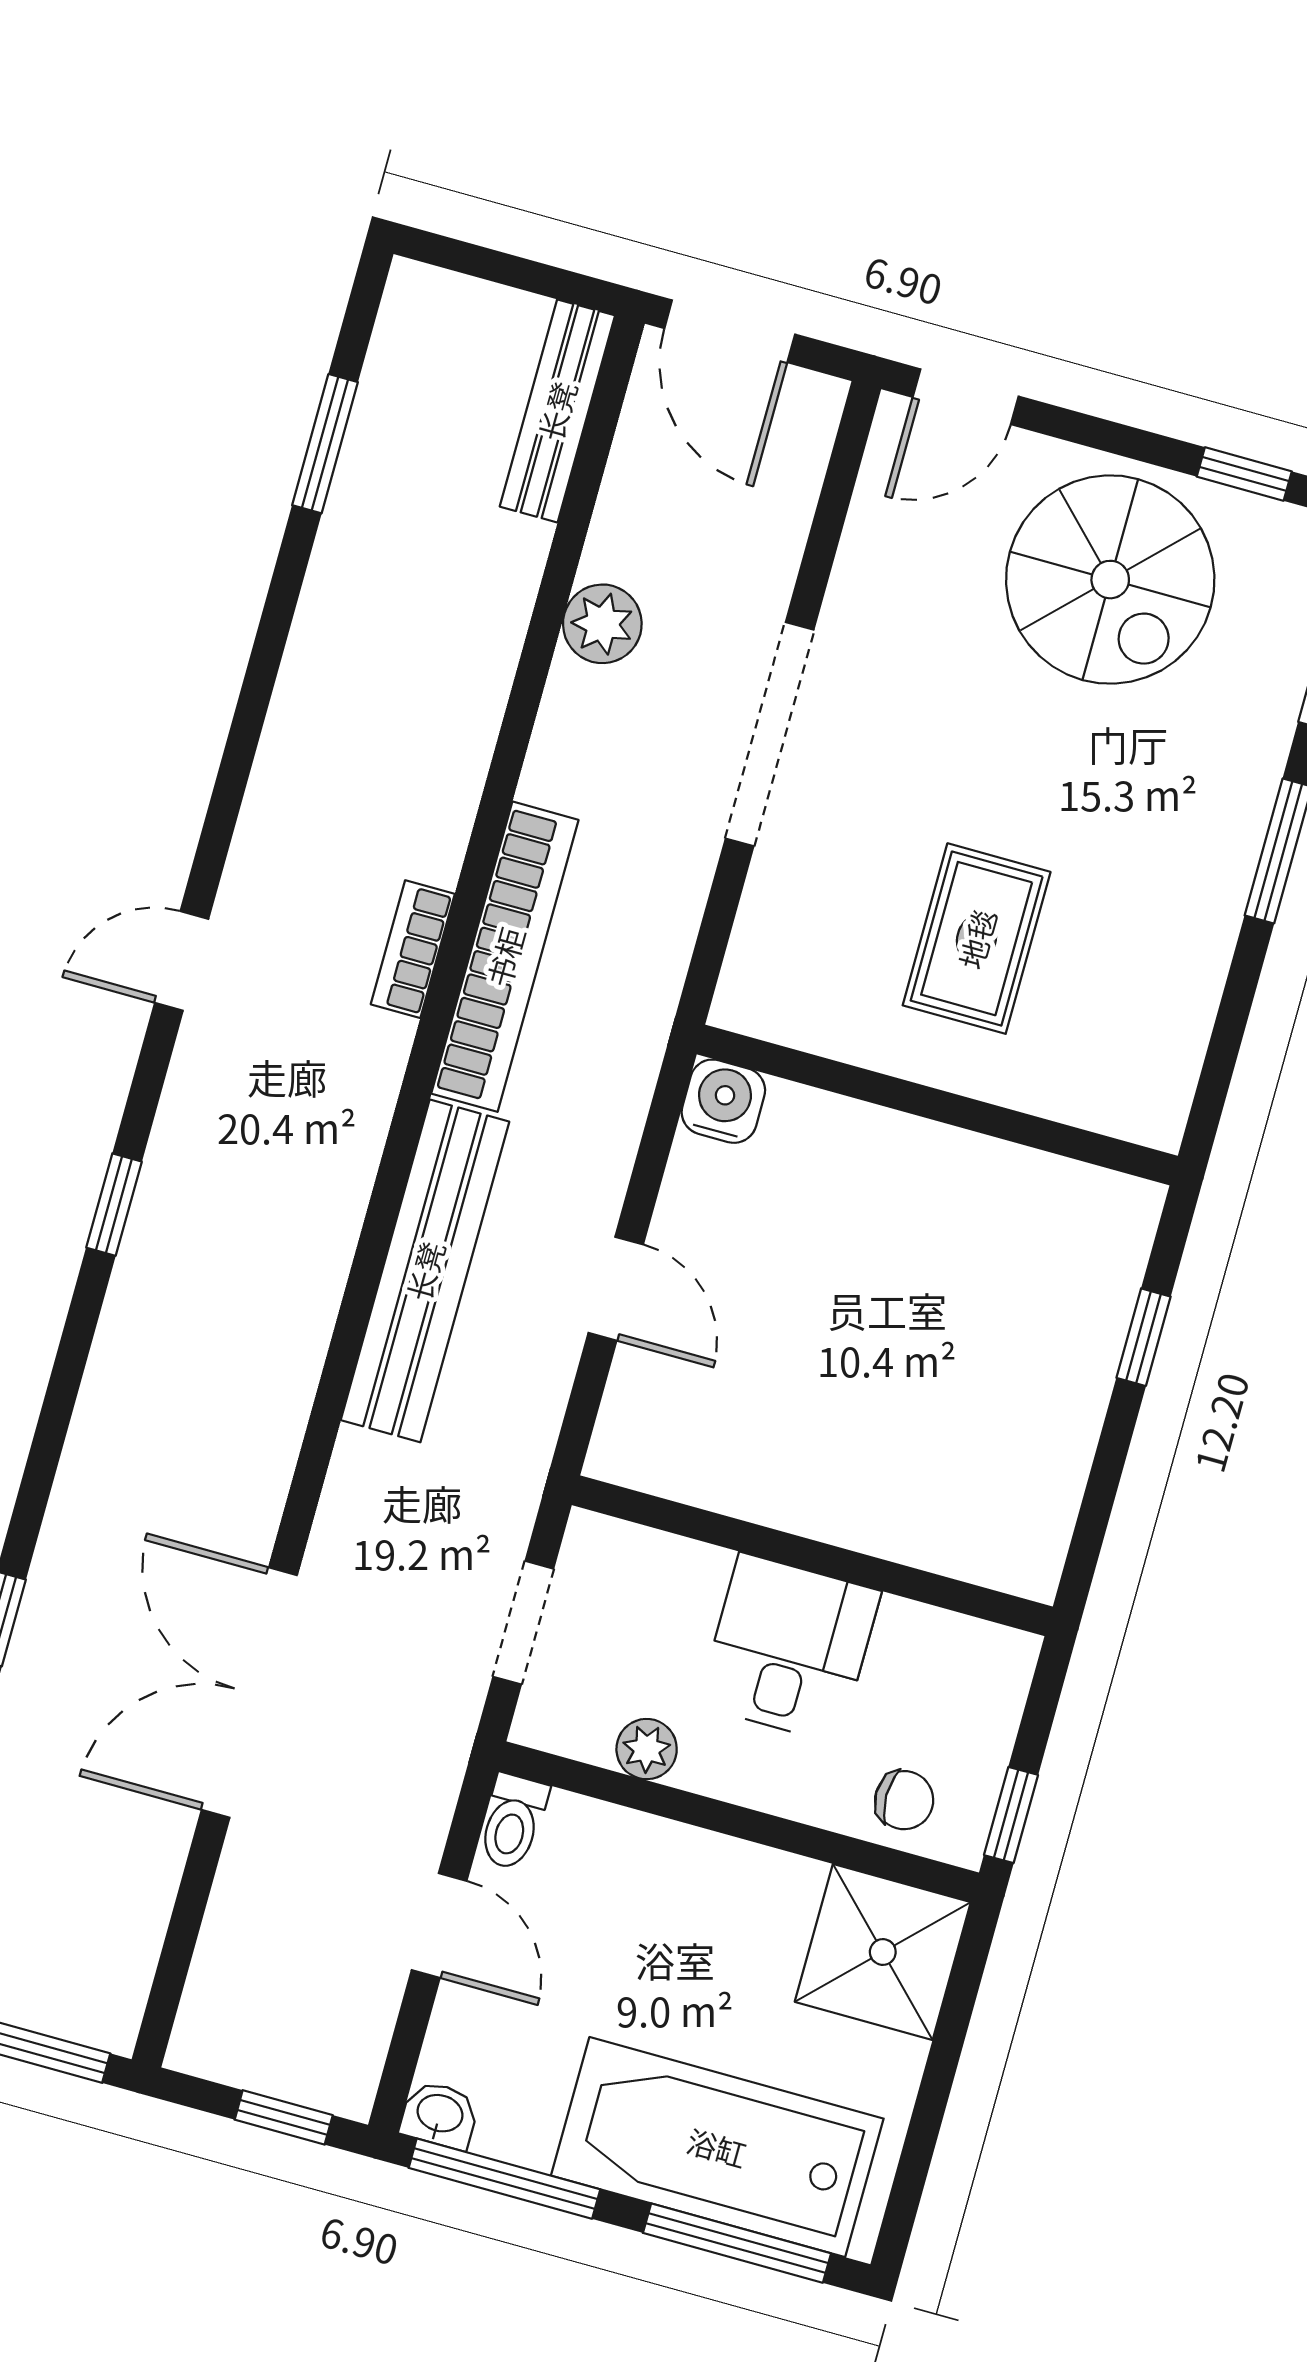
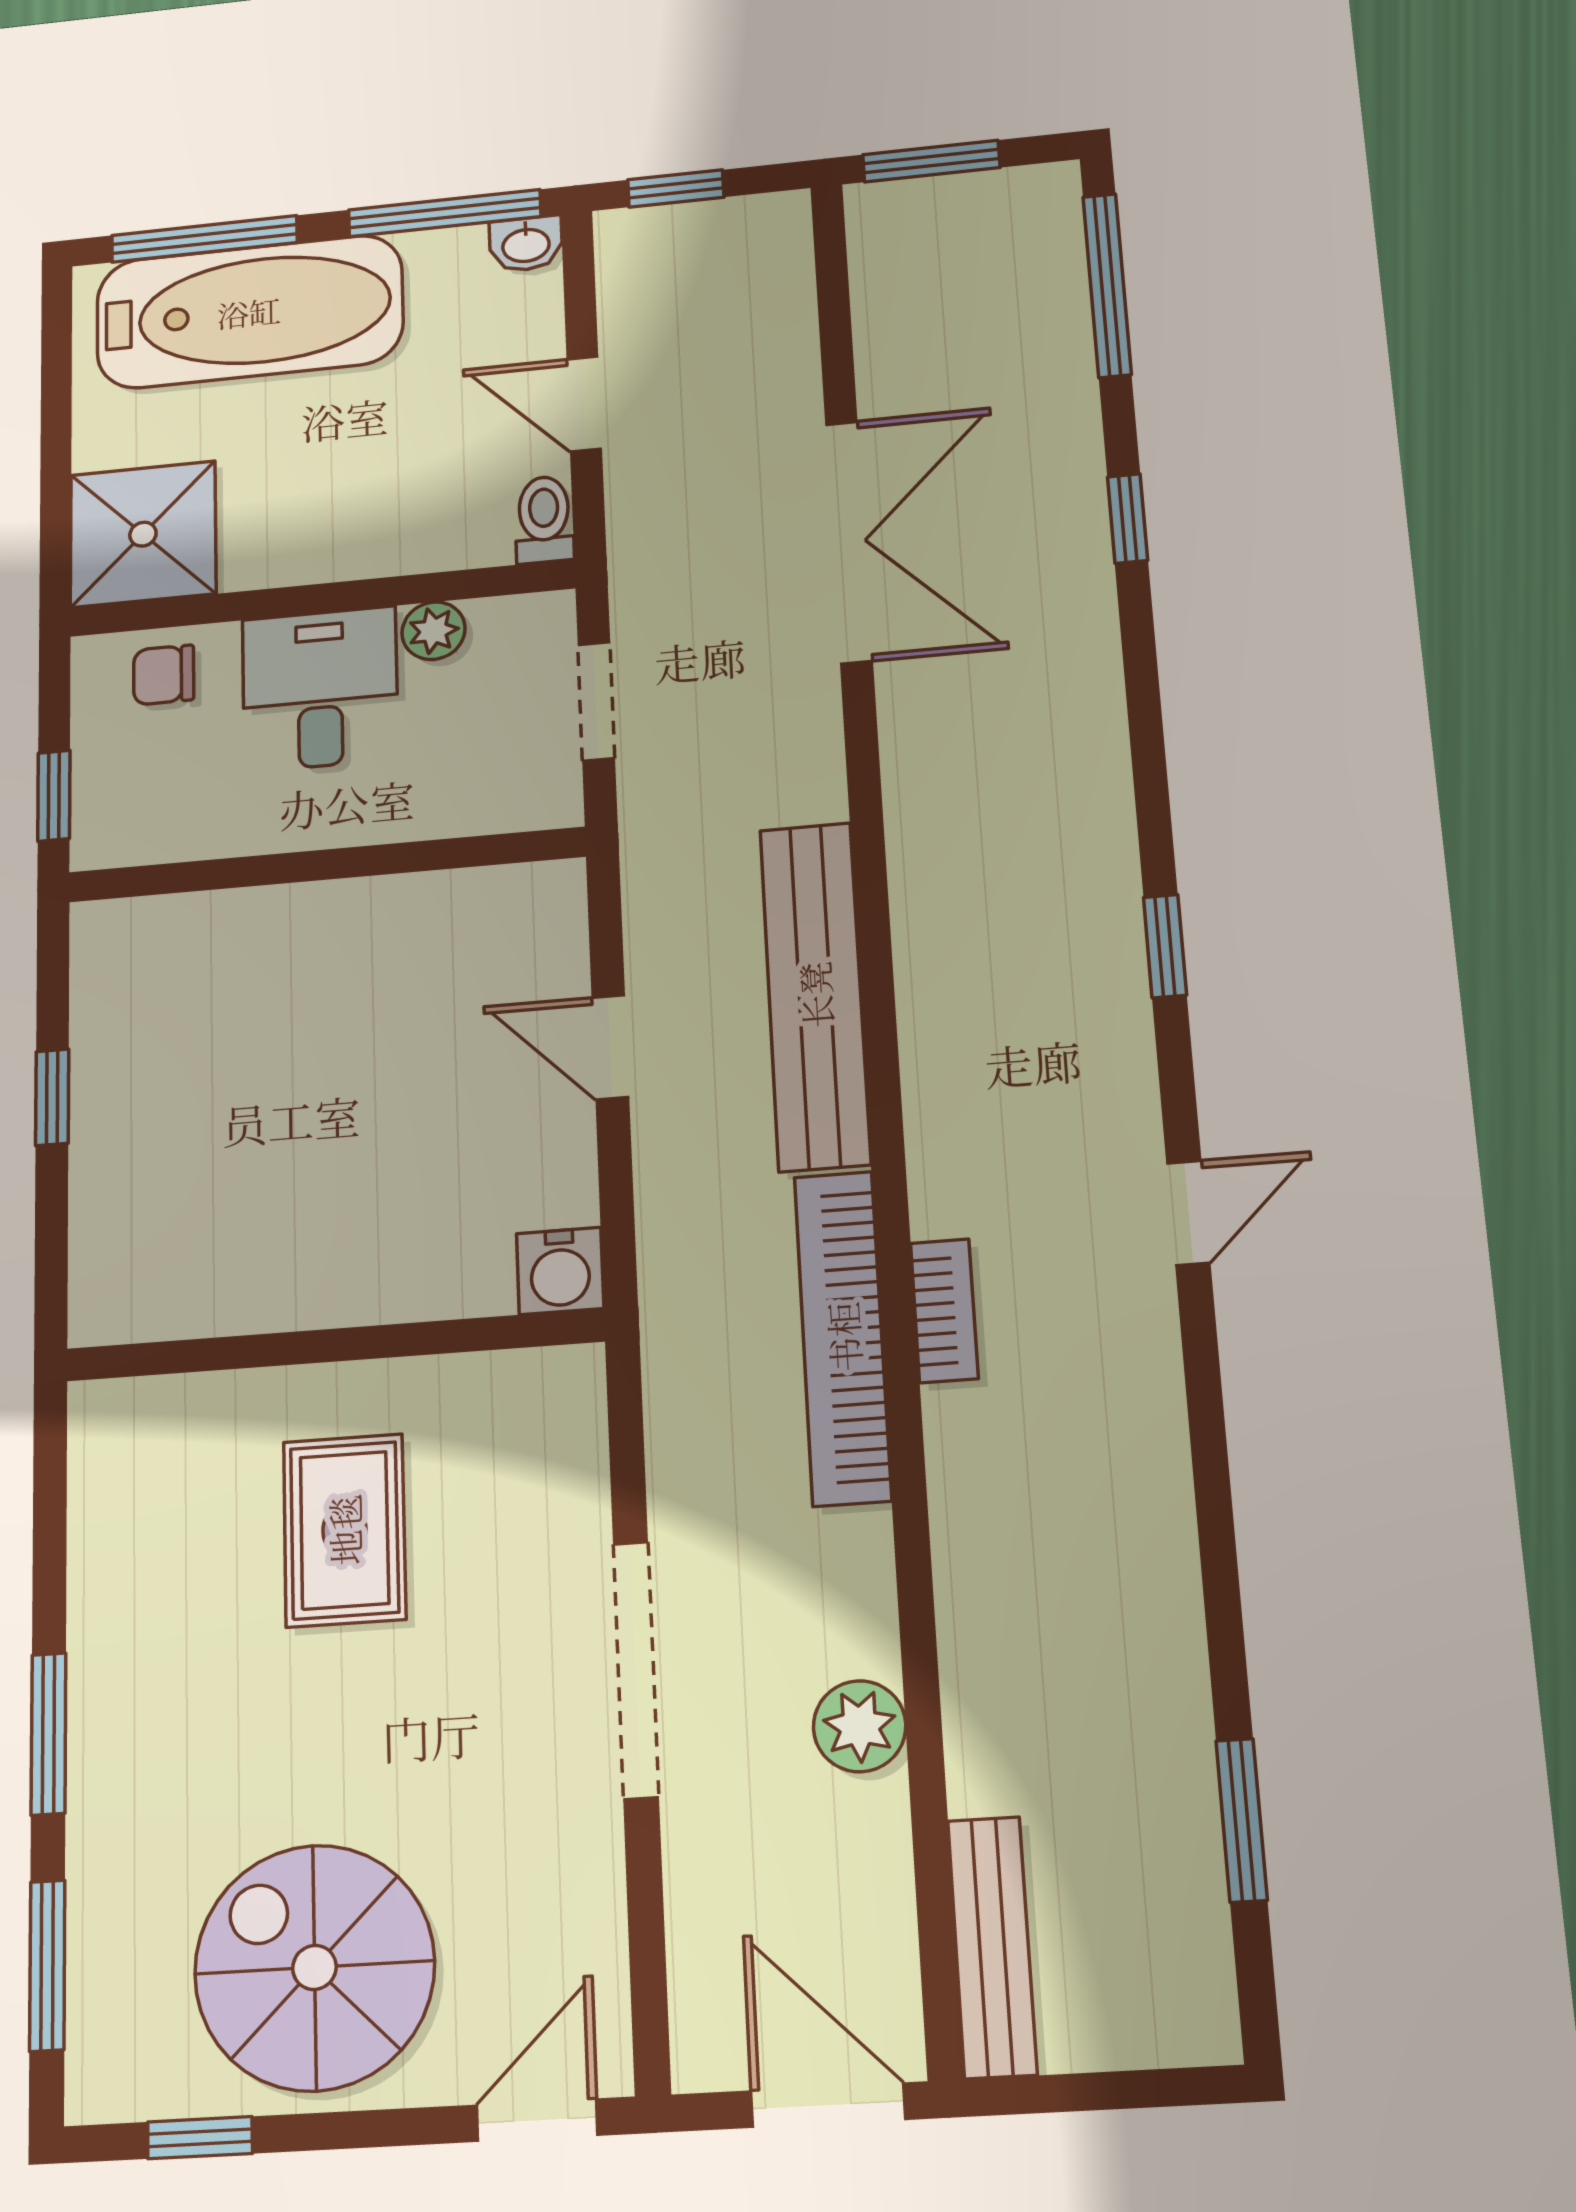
window: (1143, 1337) -> (52, 1097), moved
desk: (789, 1648) -> (320, 689), moved, turned 180
window: (1011, 1815) -> (54, 796), moved

